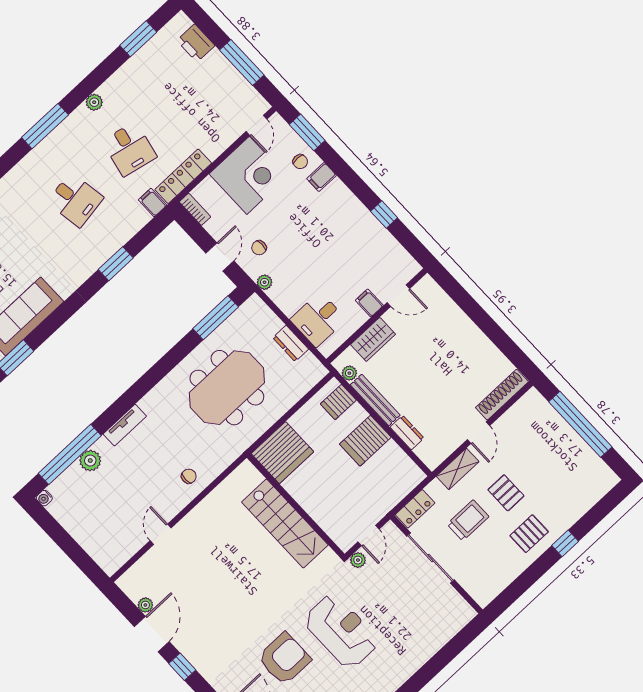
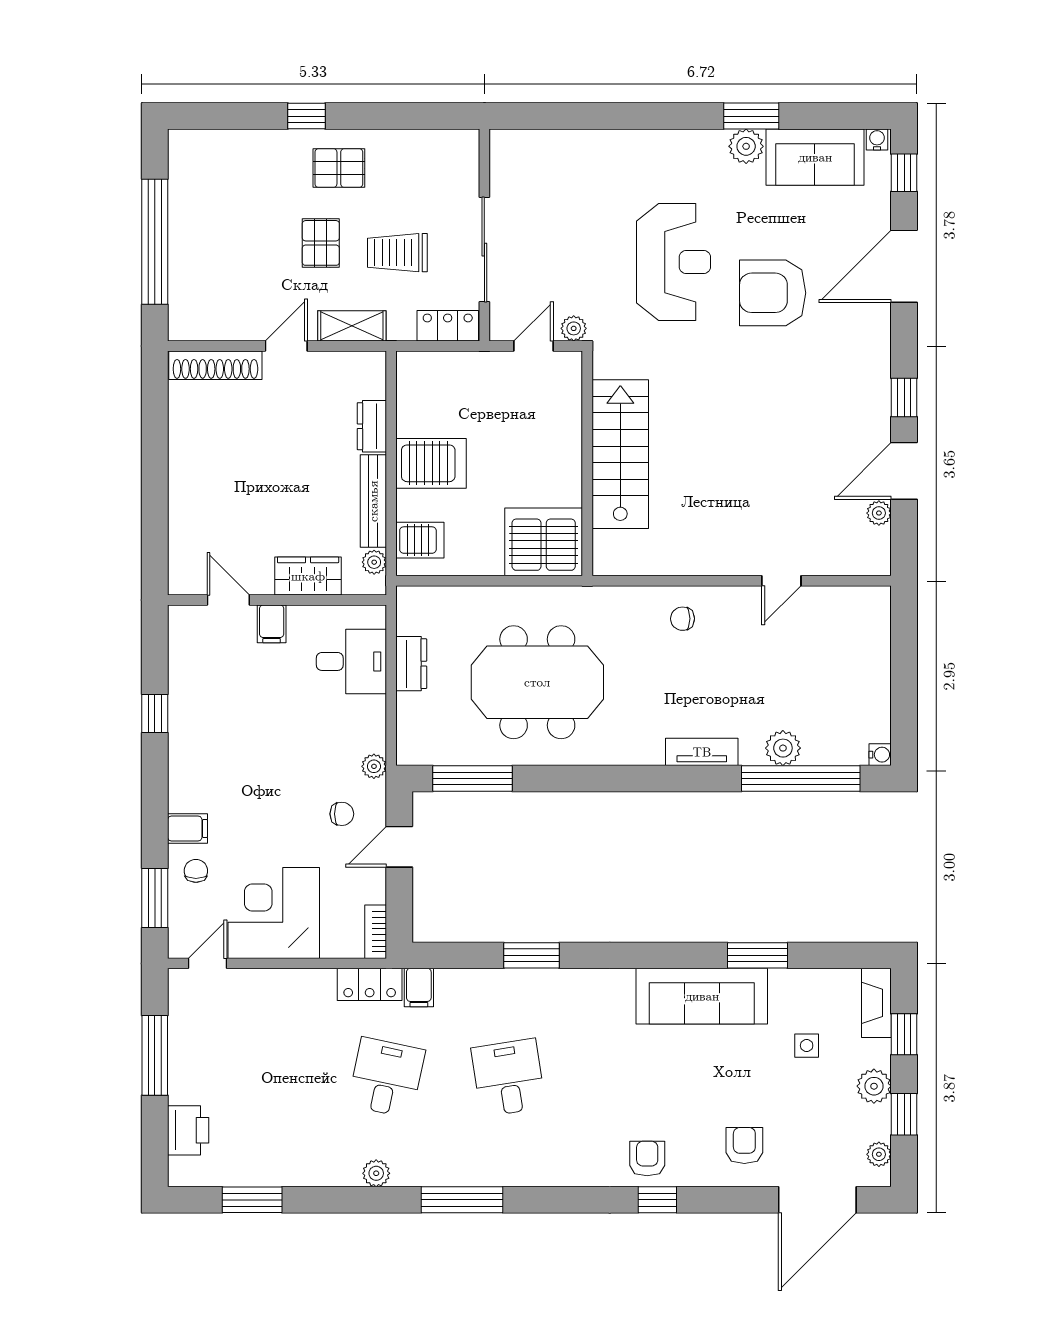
locker: (183, 176) -> (370, 984), width x0.66
reception desk: (341, 631) -> (673, 262), turned 180

